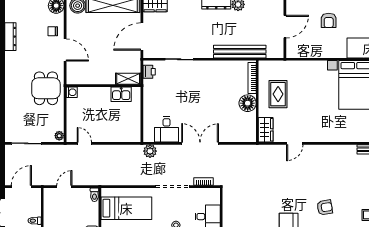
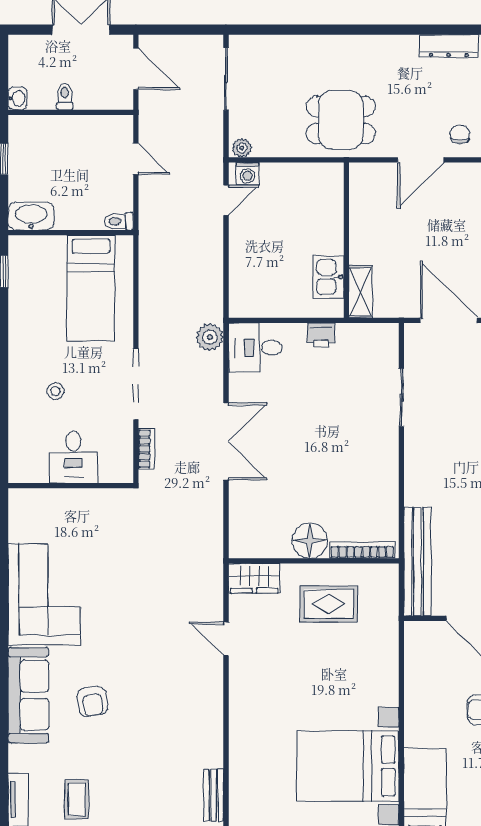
bench: (240, 52) -> (417, 561), moved
printer: (149, 72) -> (321, 335), moved
washing machine: (72, 92) -> (247, 174), moved
desk: (167, 129) -> (255, 348), moved

